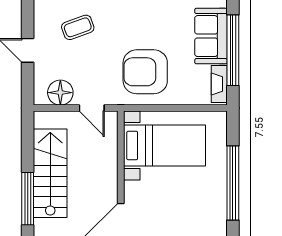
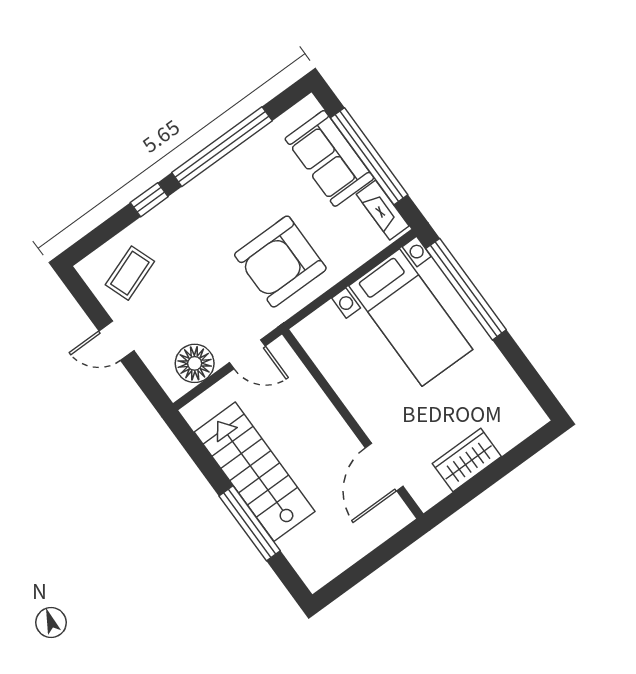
coffee table: (78, 27) -> (130, 273), moved
bed with nightstands: (164, 145) -> (411, 318), moved, turned 90
window: (233, 183) -> (466, 289), moved

